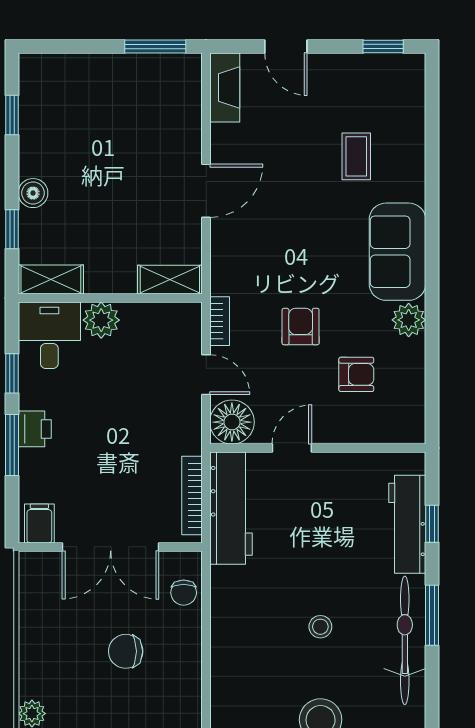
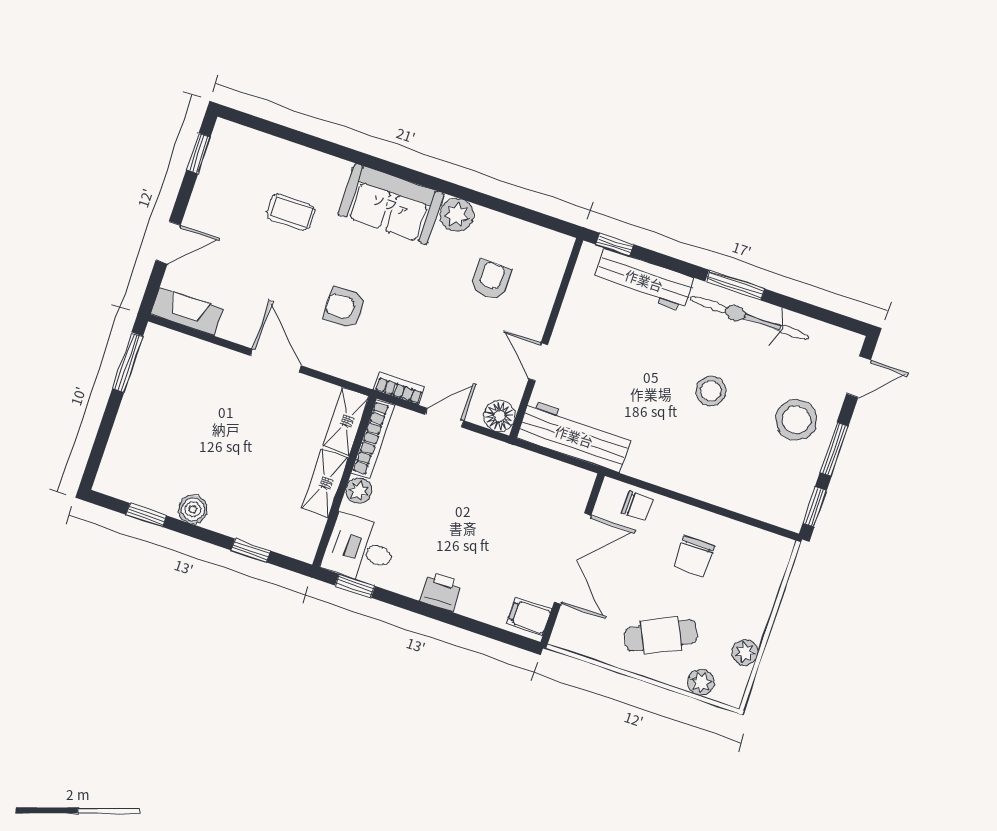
boiler: (33, 193) -> (193, 509), moved
shelving: (51, 279) -> (325, 483), moved
plant: (101, 320) -> (359, 491), width x0.73, depth x0.73
armchair: (301, 327) -> (344, 308), moved
window: (12, 373) -> (355, 586), moved
floor lamp: (232, 422) -> (499, 416), width x0.73, depth x0.73
window: (12, 445) -> (449, 617), removed
bookcase: (192, 496) -> (373, 439), moved, turned -90
window: (432, 524) -> (615, 244), moved
stool: (320, 627) -> (711, 391), width x1.37, depth x1.37
chair: (126, 651) -> (694, 556), moved
cafe table: (65, 659) -> (661, 635), added

